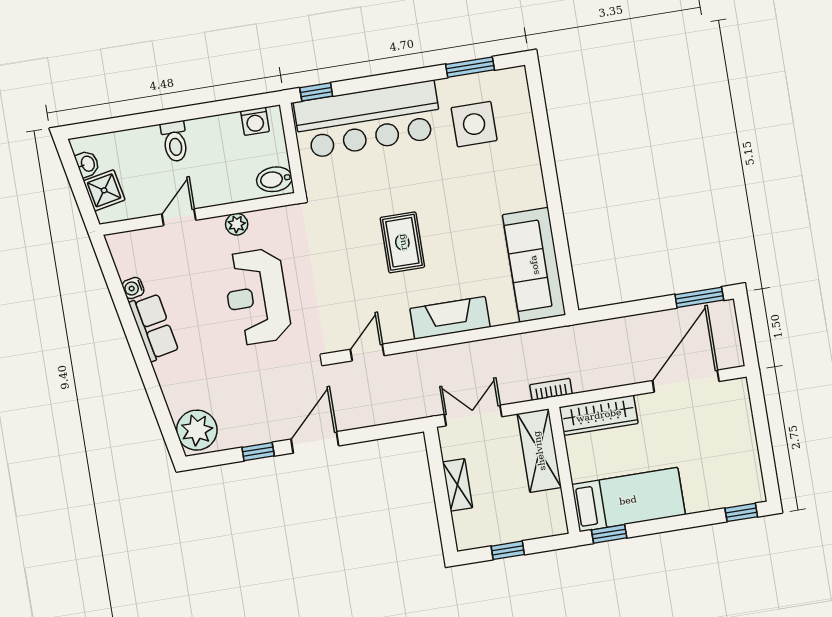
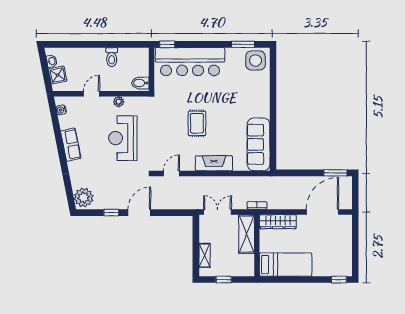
washing machine: (255, 121) -> (136, 54), removed
side table: (474, 124) -> (256, 60), moved
toilet: (175, 141) -> (112, 57), moved
water cooler: (133, 288) -> (61, 110), moved
shelving: (457, 485) -> (205, 255), moved
window: (609, 534) -> (274, 280), removed

